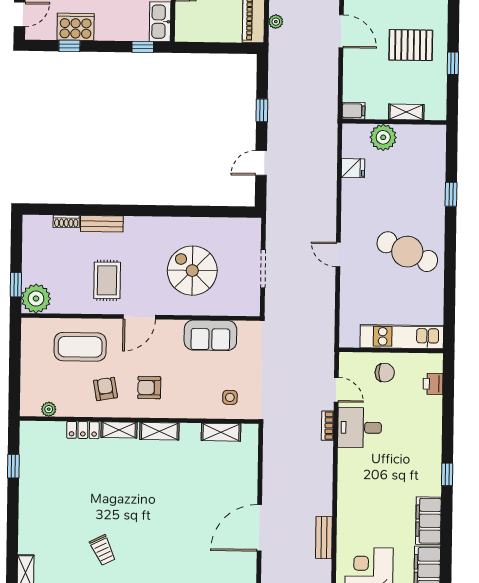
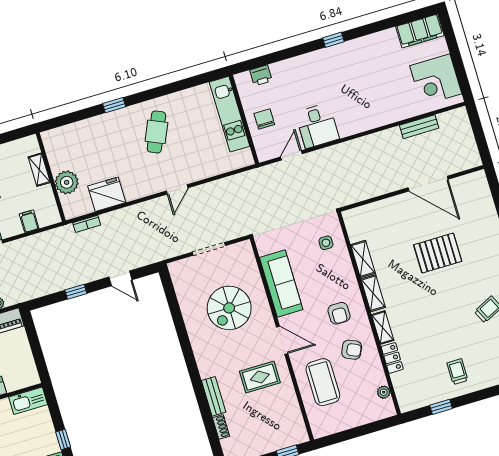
window: (143, 47) -> (63, 440), moved
filing cabinet: (354, 111) -> (29, 221), moved
fridge: (353, 168) -> (107, 194), width x1.88, depth x1.34
window: (451, 194) -> (114, 105), moved
cafe table: (407, 252) -> (156, 132), width x0.73, depth x0.74
plant: (36, 299) -> (294, 432), removed
sofa: (210, 335) -> (281, 283), width x1.36
armchair: (106, 389) -> (352, 350), turned -146
bookcase: (328, 426) -> (87, 224), moved
shelving: (221, 432) -> (363, 259), moved
trolley: (46, 496) -> (457, 372), added
pallet: (181, 515) -> (438, 253), added
filing cabinet: (428, 521) -> (377, 43), removed

